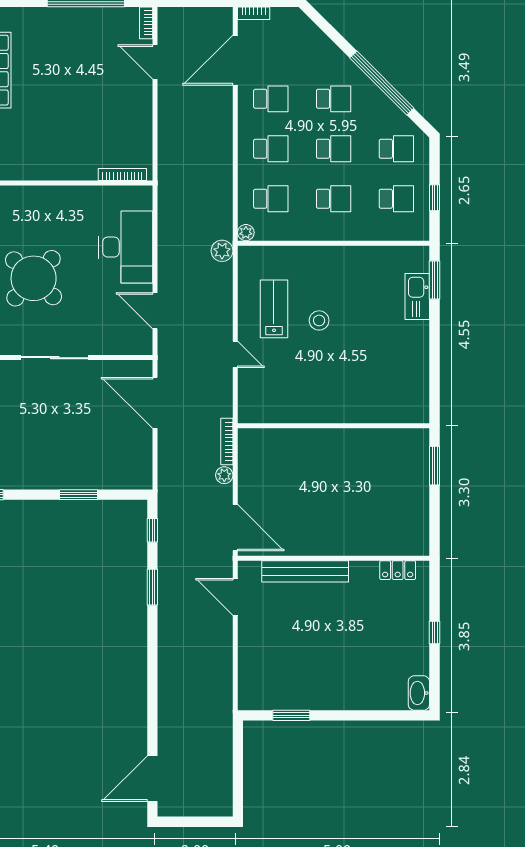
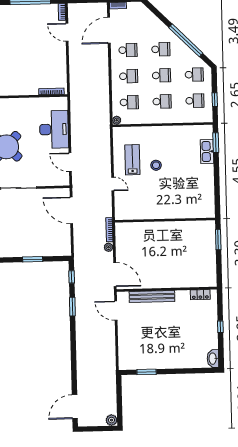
plant: (222, 251) -> (112, 420), moved

